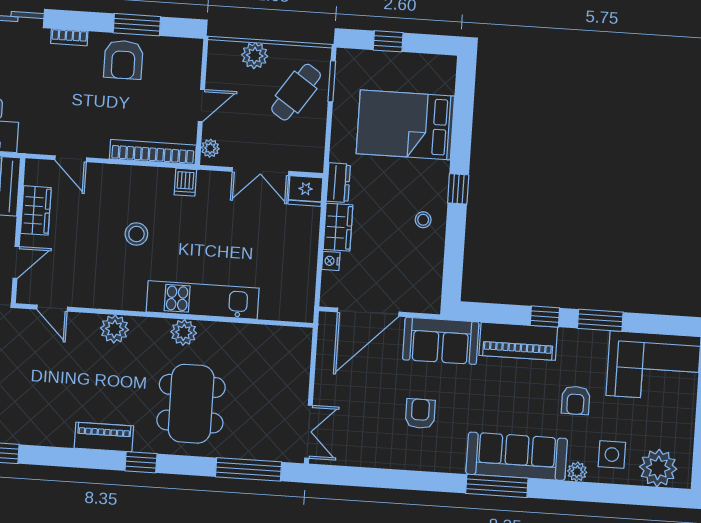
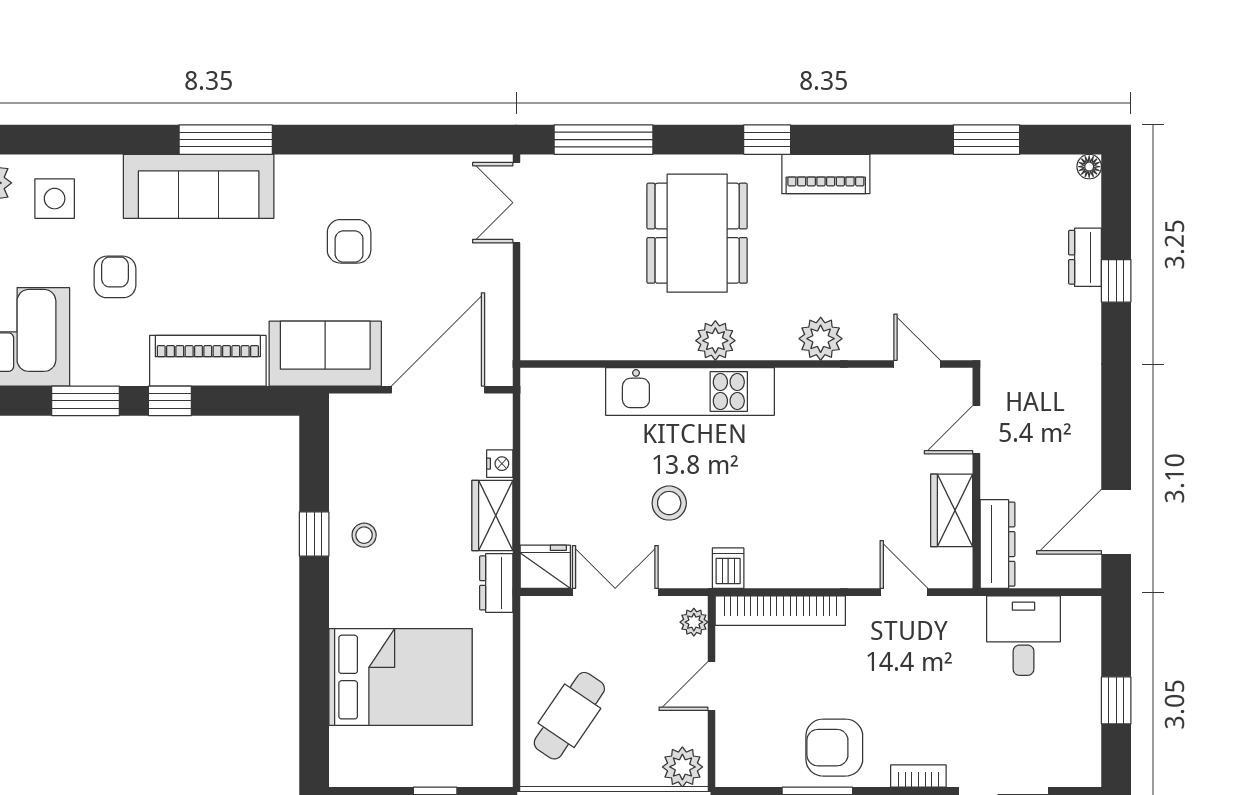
plant: (255, 56) -> (682, 767), moved
armchair: (123, 60) -> (834, 748), turned -90
window: (332, 81) -> (516, 736), removed
window: (458, 189) -> (314, 534), moved
stool: (136, 234) -> (669, 503), moved
plant: (577, 472) -> (105, 169), removed

